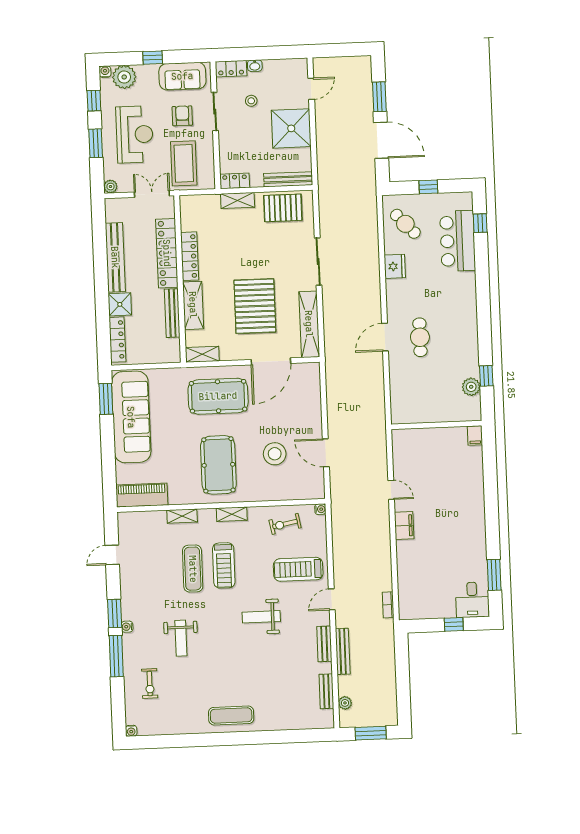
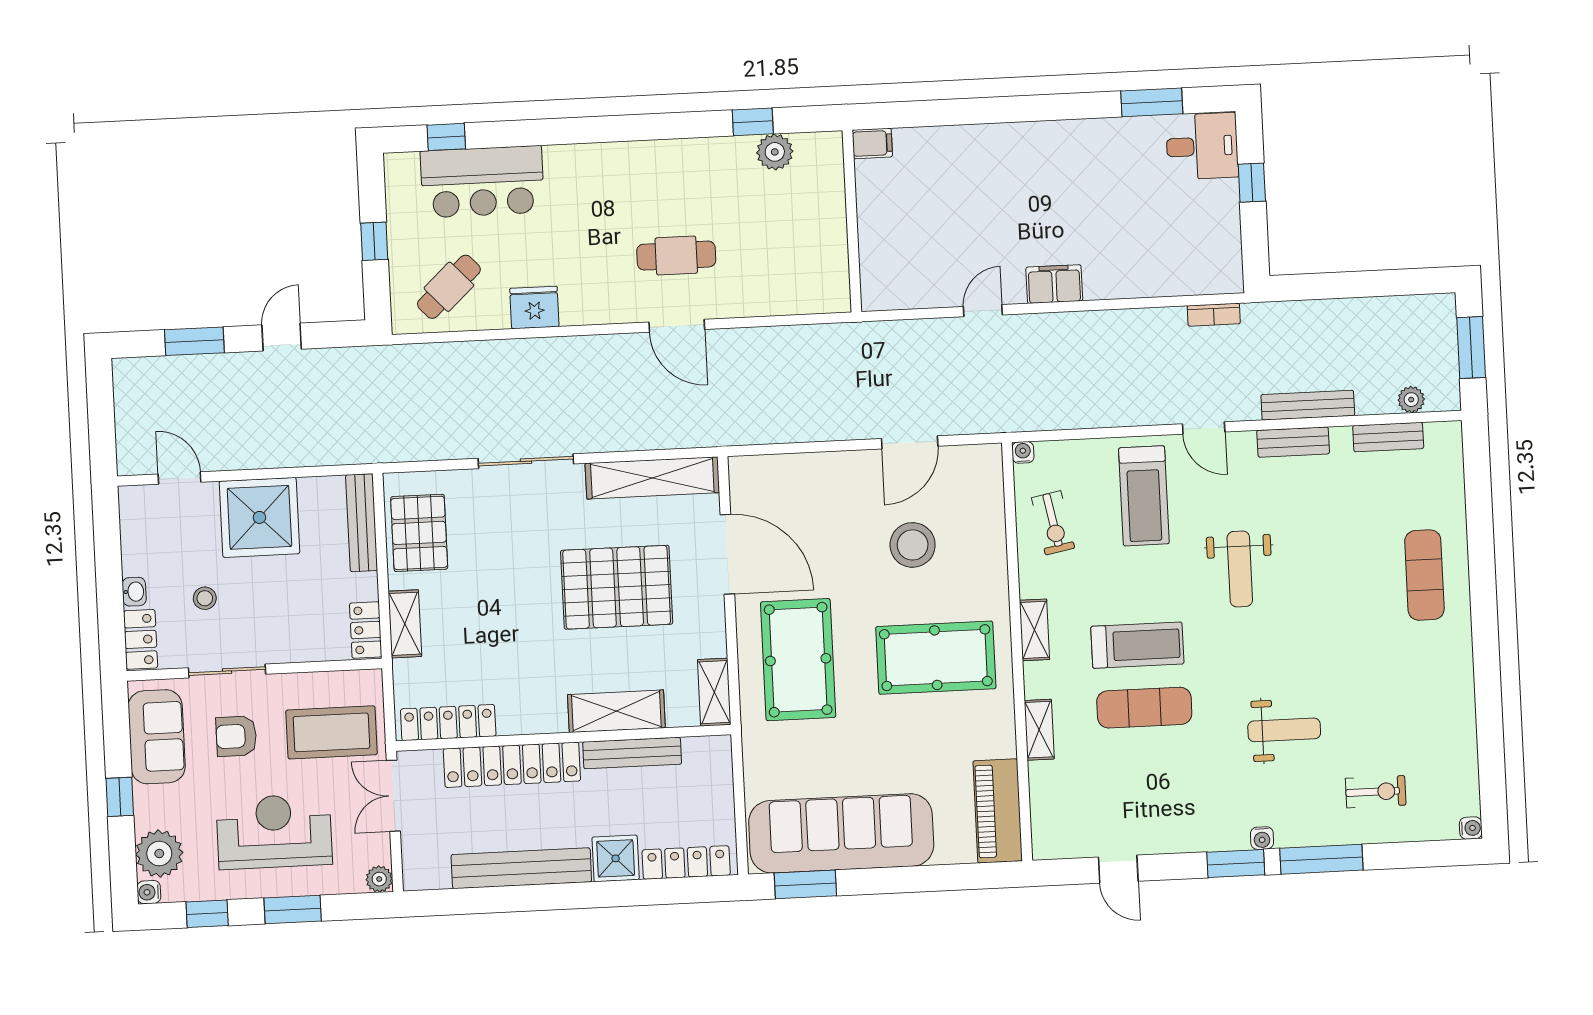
door: (381, 140) -> (282, 337), width x0.53
locker: (190, 256) -> (448, 723), moved
exercise mat: (231, 716) -> (1424, 575), moved

